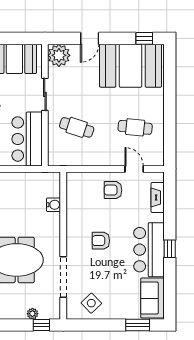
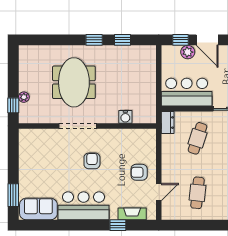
dresser: (60, 159) -> (168, 123), added
armchair: (113, 190) -> (139, 172), turned -90
window: (170, 249) -> (118, 225), moved
doorway: (63, 277) -> (78, 126), moved
side table: (91, 303) -> (34, 152), removed

